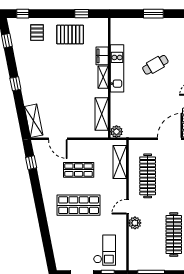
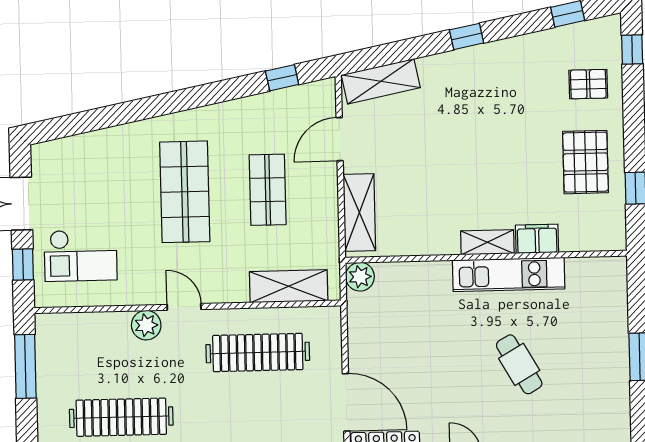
shelving: (102, 114) -> (359, 212), moved, turned 90

